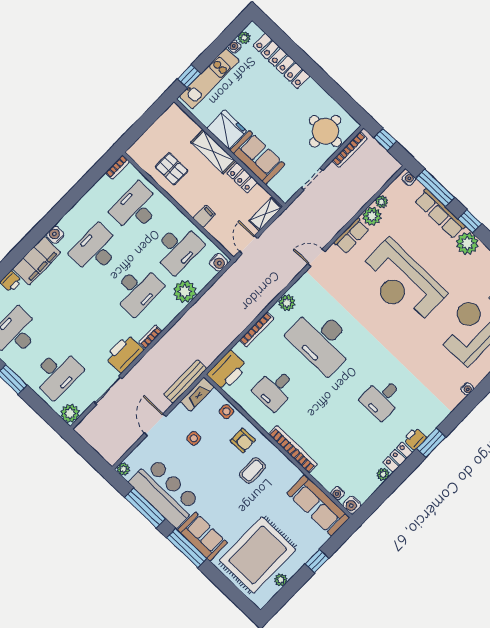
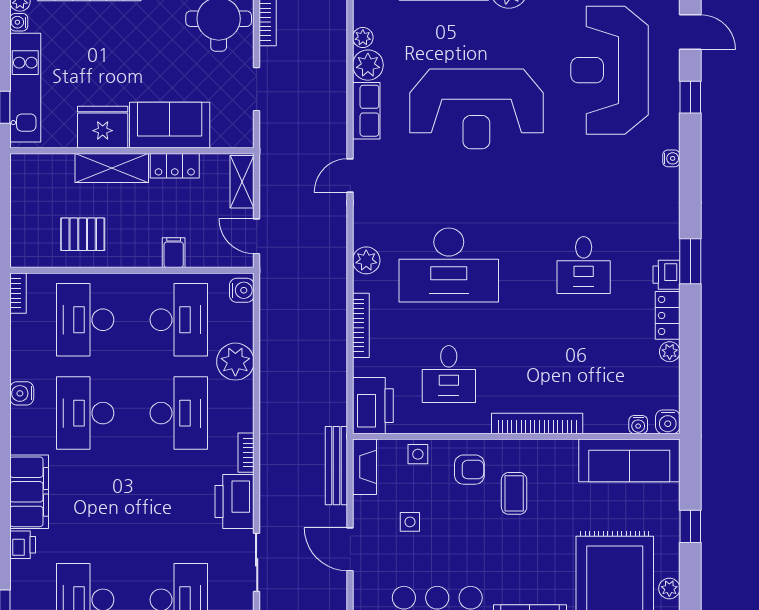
water cooler: (55, 235) -> (22, 393), moved

